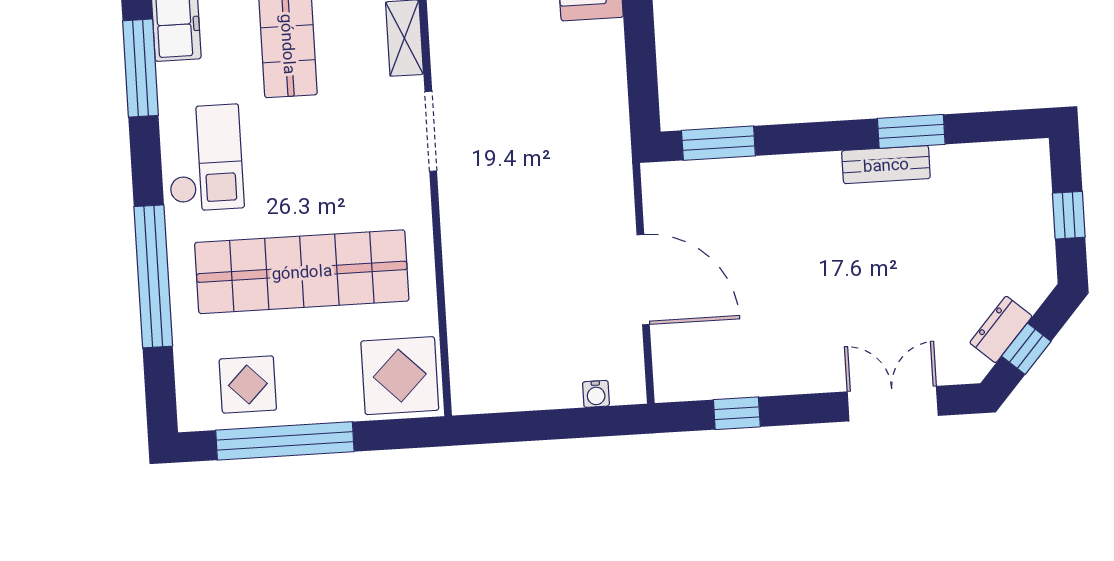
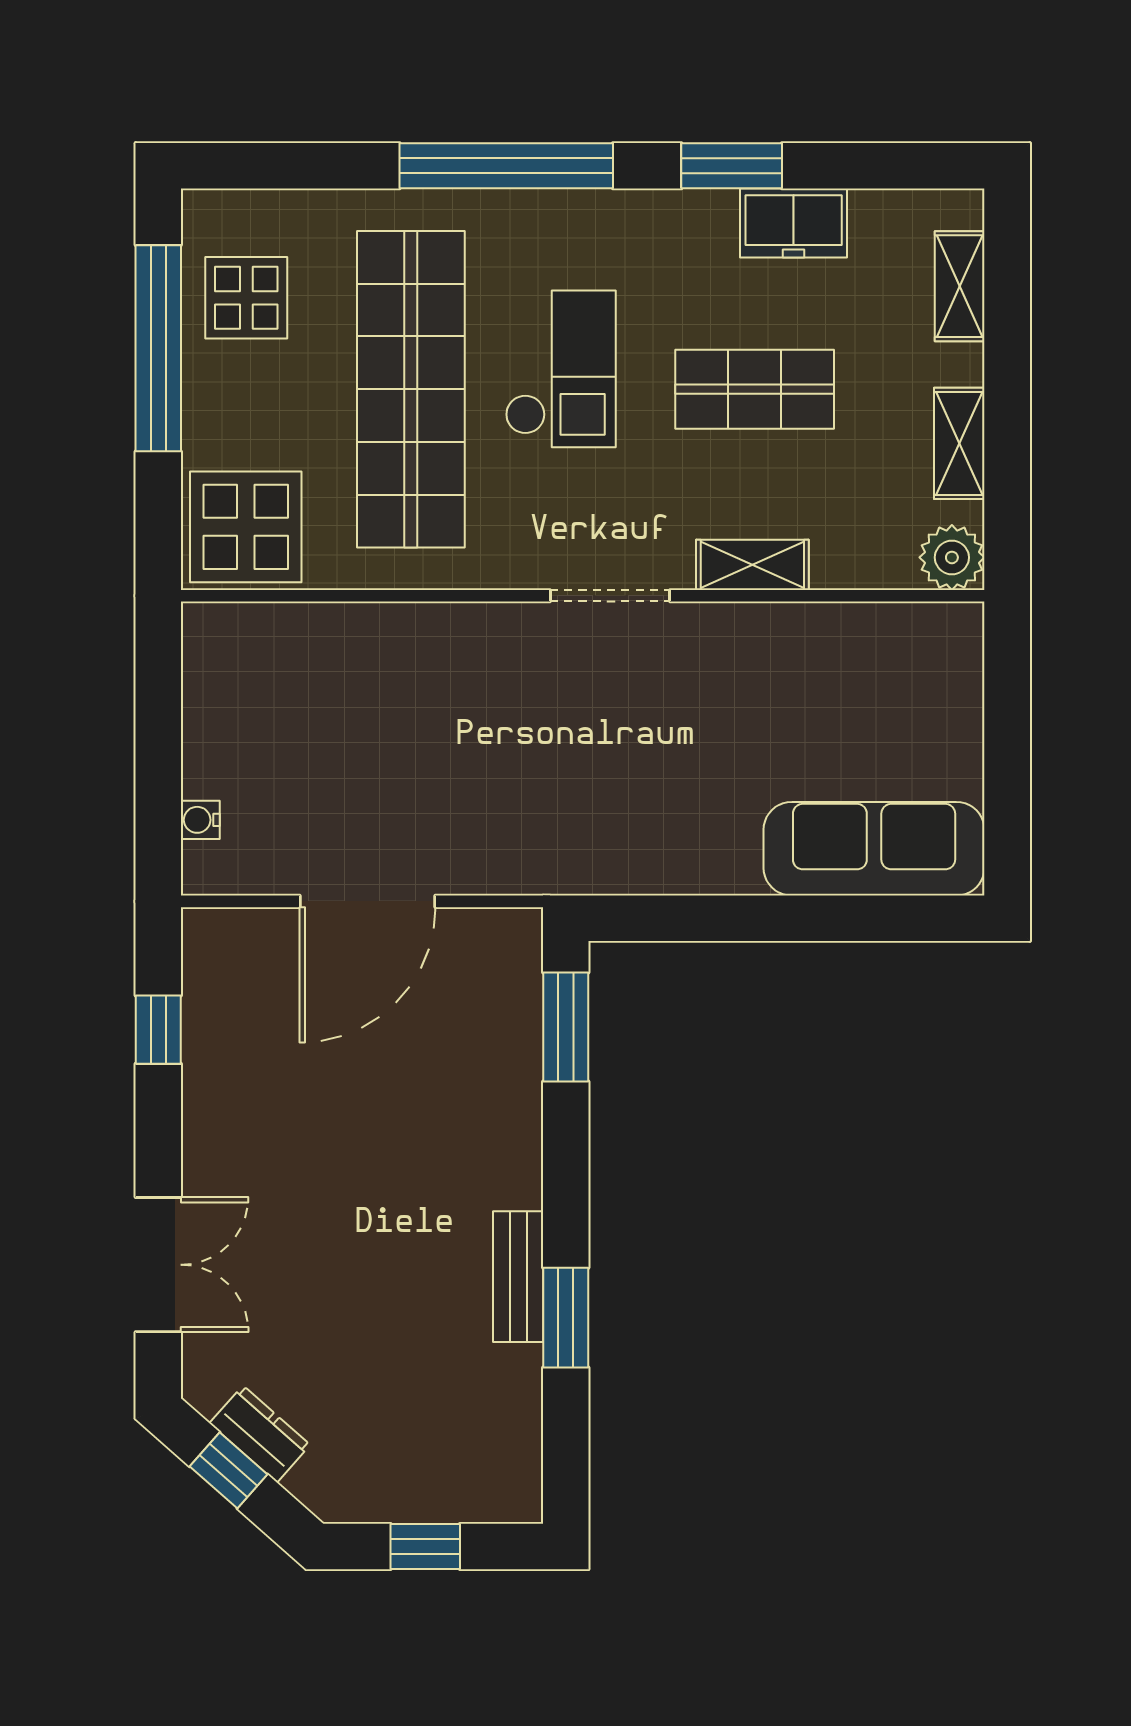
window: (141, 68) -> (732, 166), width x0.69
checkout: (205, 158) -> (561, 369), moved, turned -90
window: (153, 276) -> (506, 166), moved

